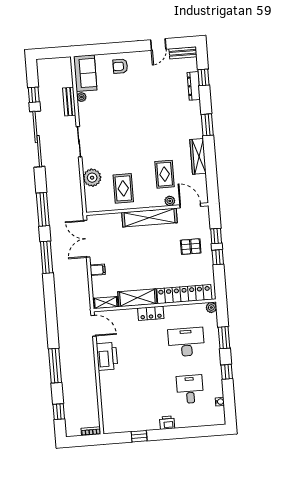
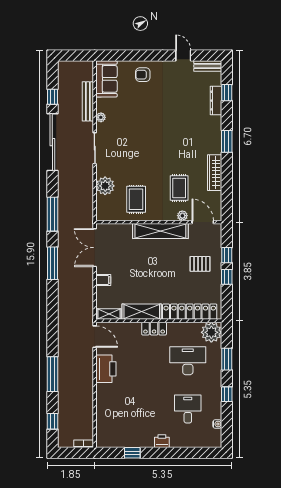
door: (158, 44) -> (183, 56), swing flipped
plant: (81, 97) -> (101, 117), moved
bench: (69, 102) -> (88, 101), width x1.36
plant: (211, 307) -> (211, 332), width x1.87, depth x1.87

